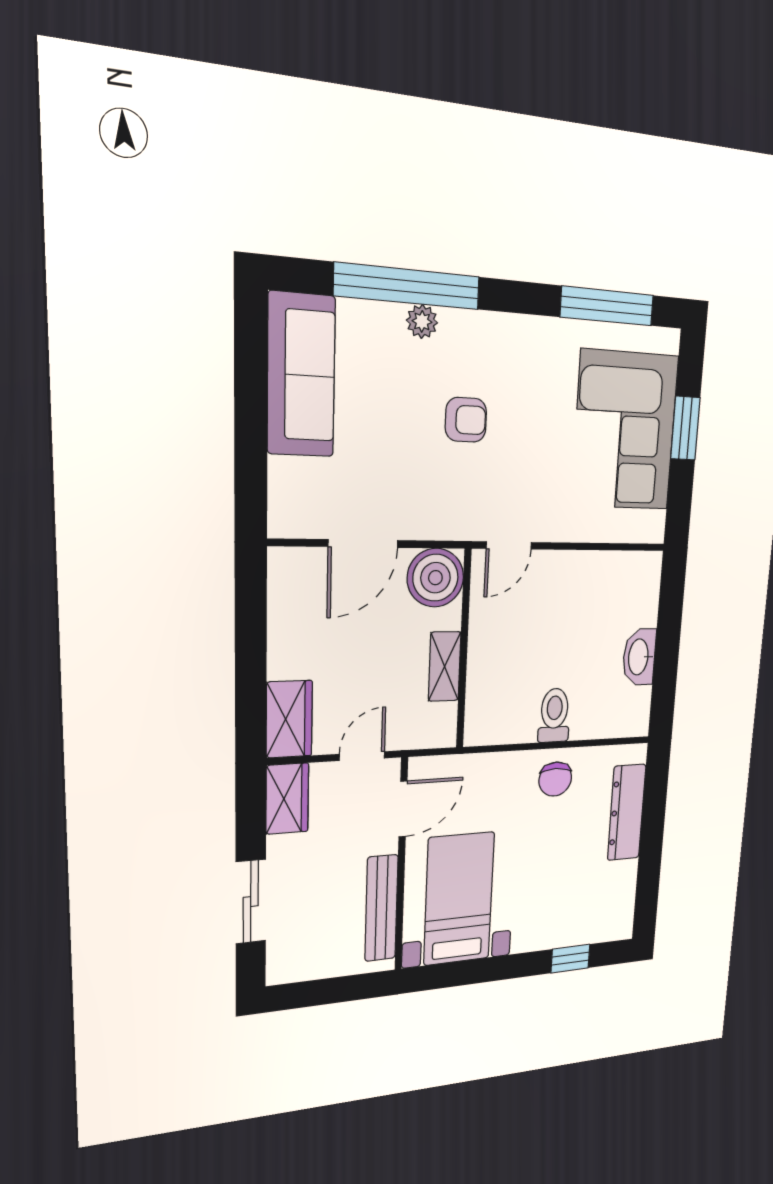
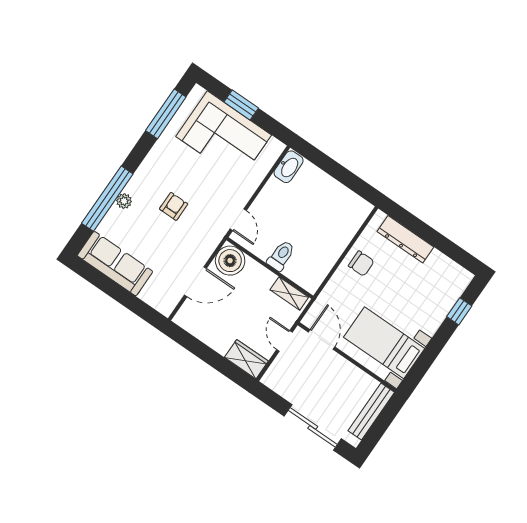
door: (363, 544) -> (195, 282), hinge flipped
washbasin: (639, 657) -> (289, 167), moved, turned -90
shelving: (445, 666) -> (289, 293), moved
toilet: (554, 715) -> (281, 256), moved, turned 90
wardrobe: (287, 799) -> (279, 383), removed
sliding door: (251, 902) -> (313, 427), width x1.37
bench: (381, 908) -> (371, 412), moved, turned 90

